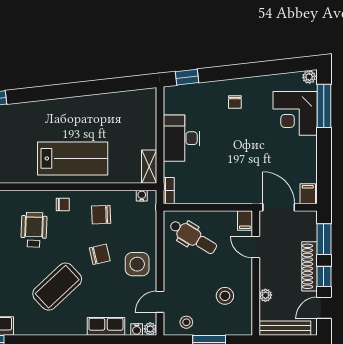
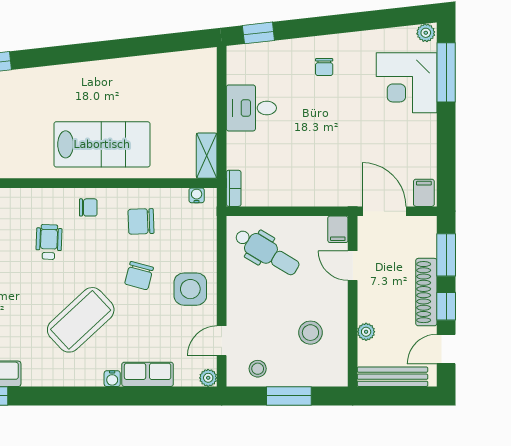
desk: (182, 138) -> (251, 108), width x0.73
wheelchair: (34, 230) -> (49, 242), width x0.73, depth x0.73
chair: (100, 254) -> (139, 276), turned 118
water cooler: (137, 329) -> (112, 379), moved

